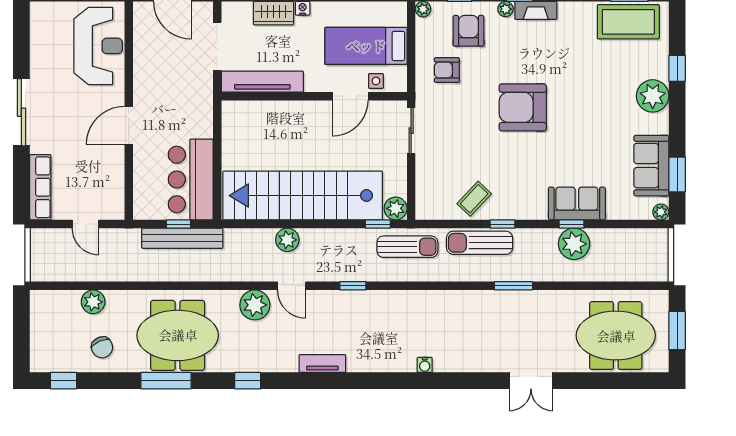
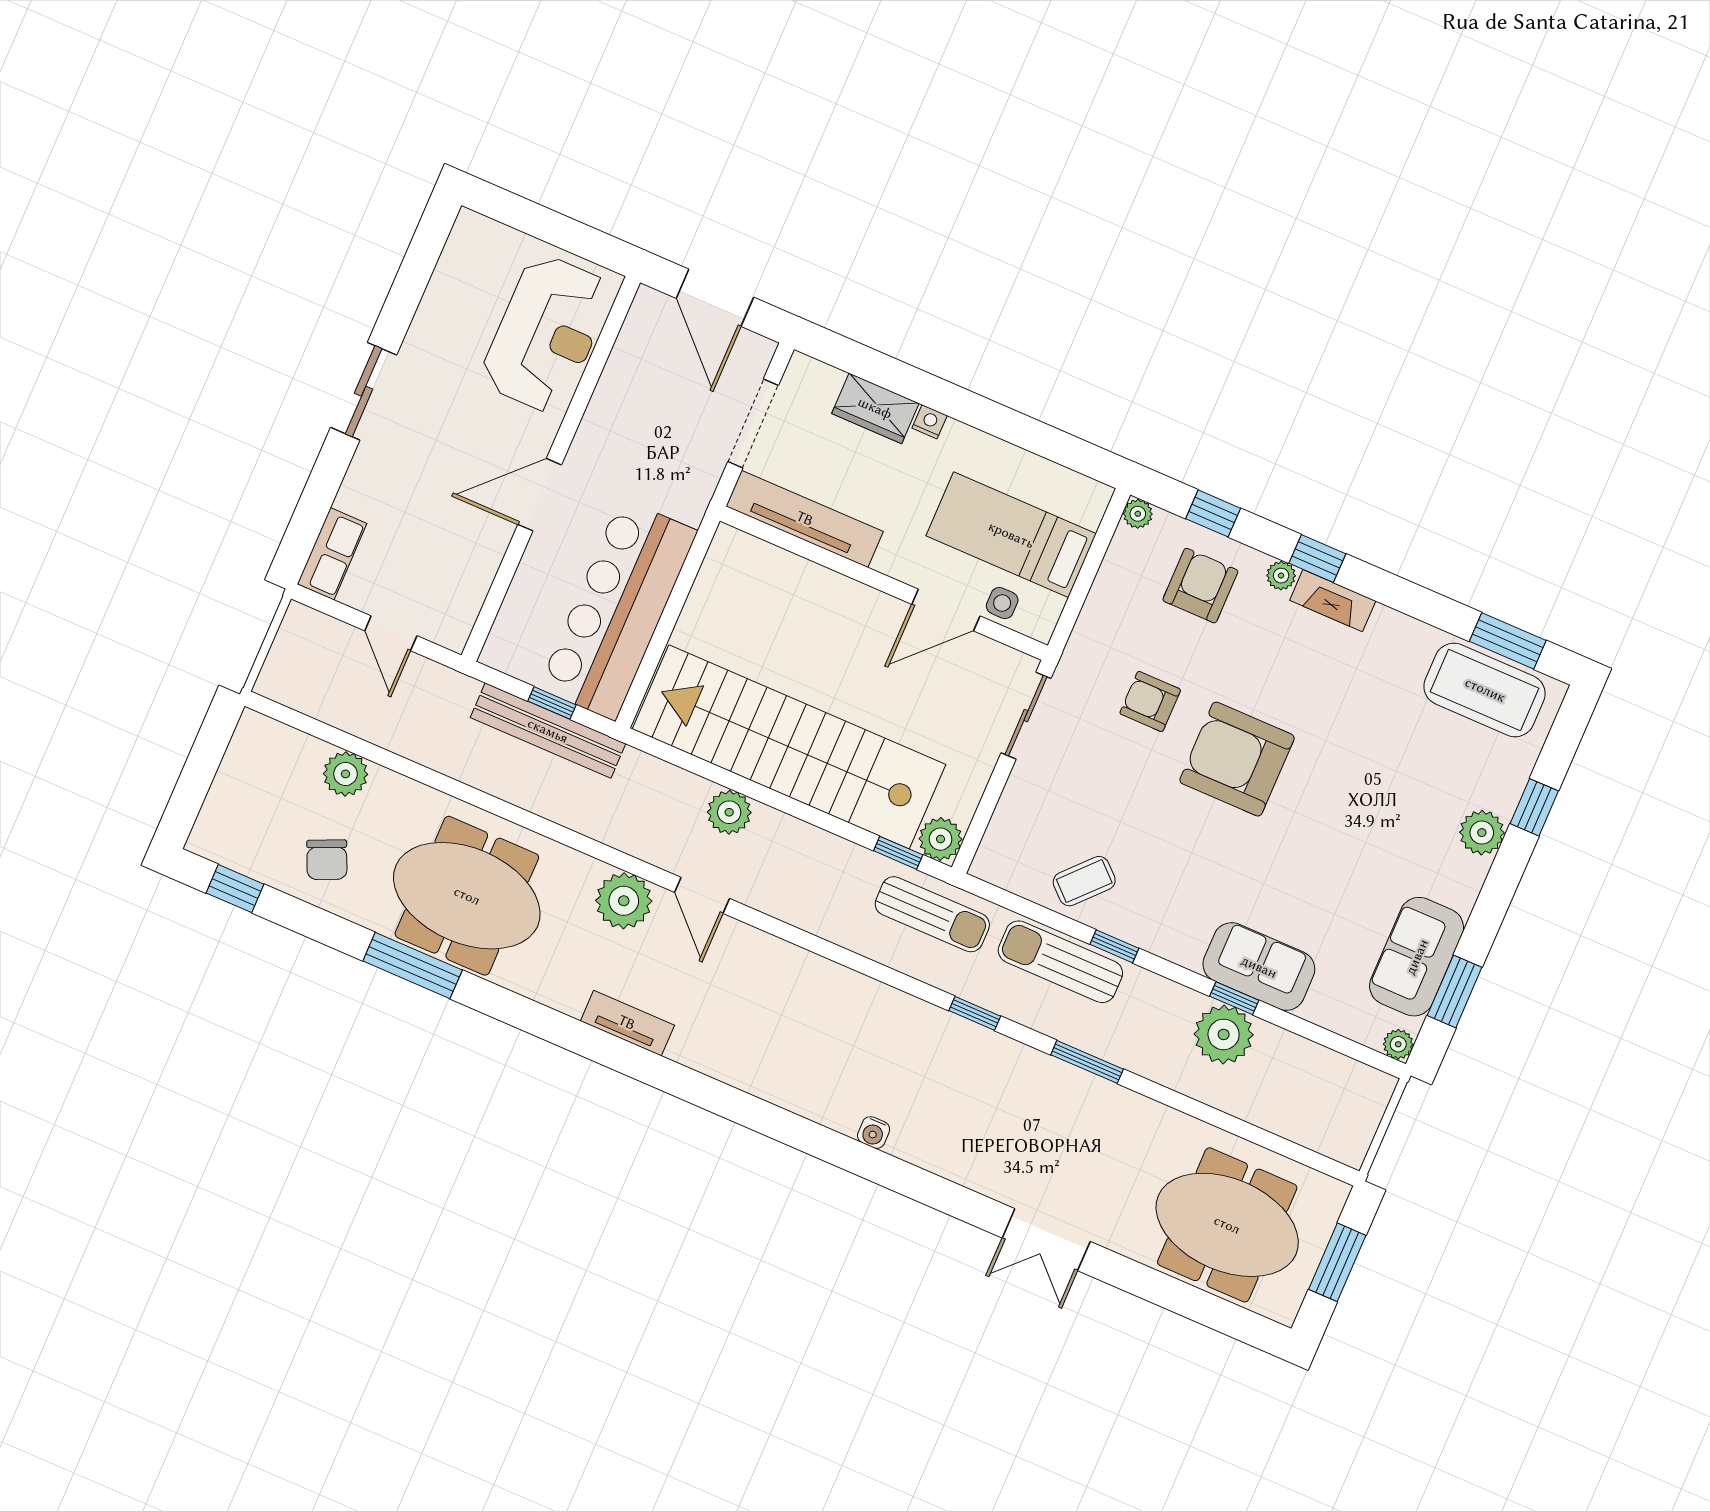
armchair: (447, 70) -> (1150, 702), moved
plant: (653, 96) -> (1482, 833), width x0.73, depth x0.73
sliding door: (21, 112) -> (364, 391), width x0.73
bar counter: (191, 179) -> (618, 609), width x1.36
row of seats: (40, 187) -> (332, 554), width x0.68
window: (353, 286) -> (975, 1013), moved
tv unit: (322, 364) -> (627, 1023), moved
window: (248, 381) -> (555, 1027), removed

